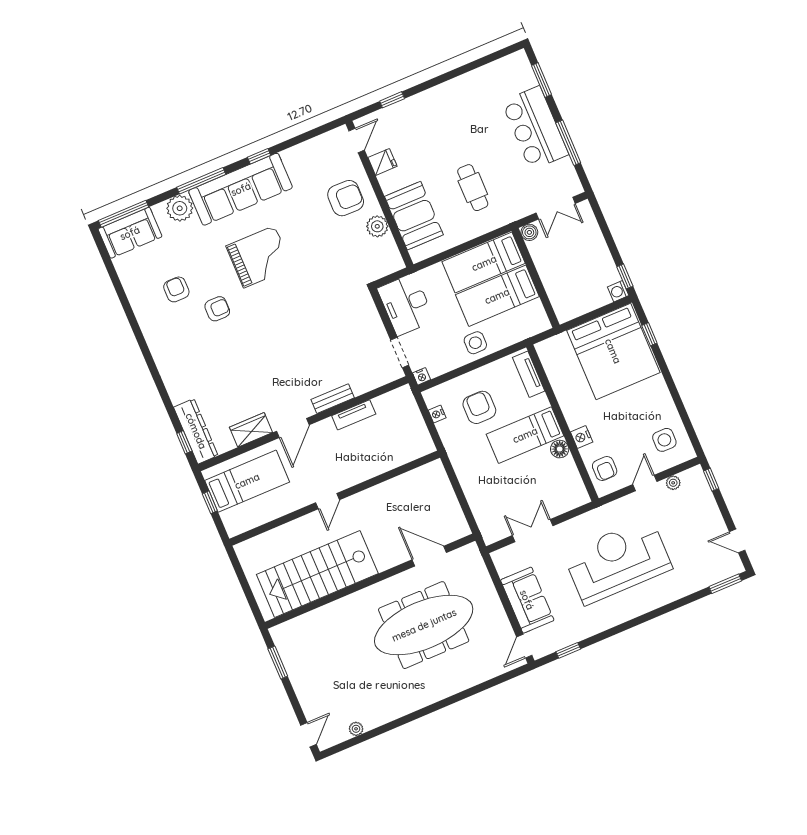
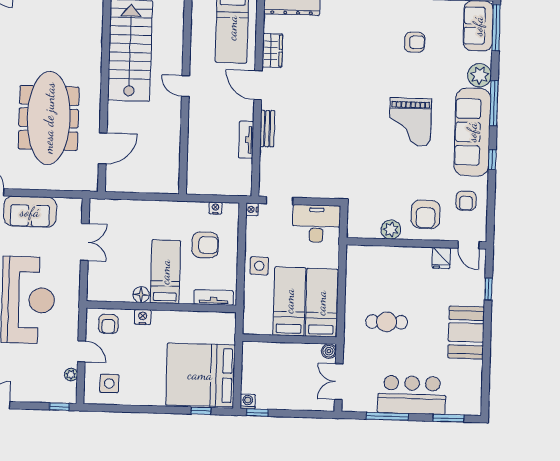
booth: (414, 216) -> (466, 333), moved, turned 90
armchair: (217, 309) -> (466, 201), moved
armchair: (605, 469) -> (108, 324), turned -90

